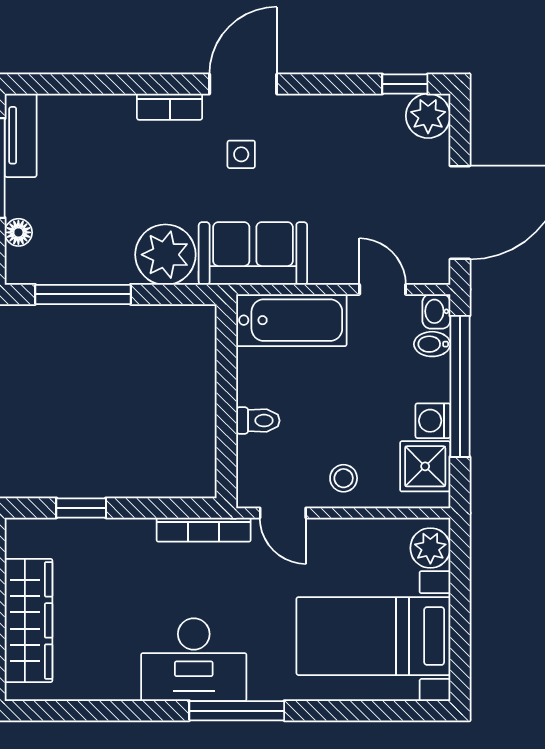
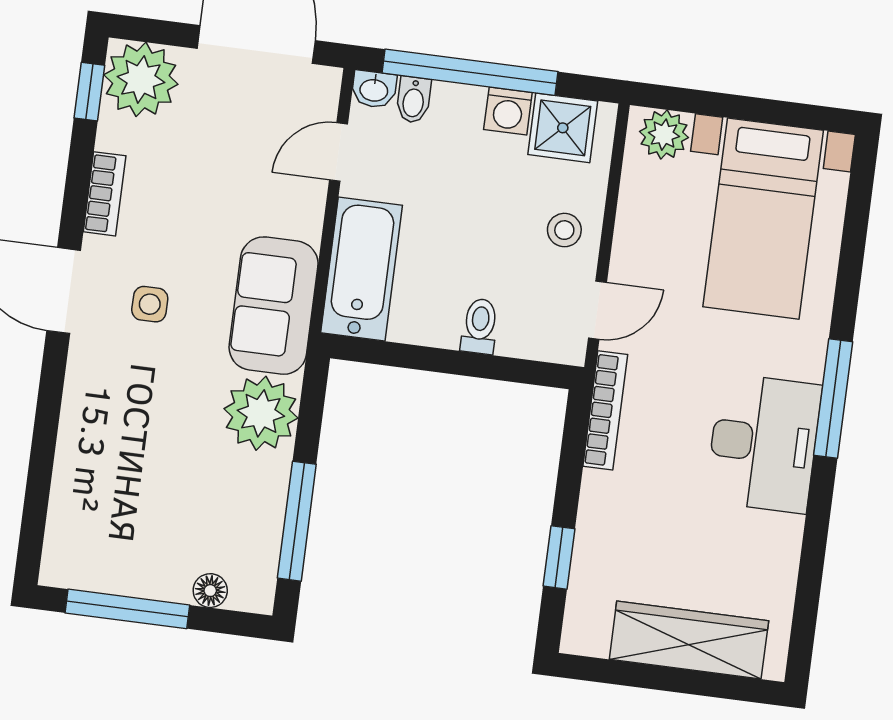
bookcase: (170, 107) -> (105, 194), moved
plant: (428, 116) -> (141, 79), width x1.36, depth x1.36
tv unit: (21, 135) -> (91, 572), removed

